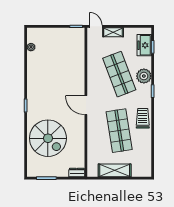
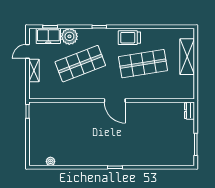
door: (96, 26) -> (28, 51), moved
plant: (144, 76) -> (69, 36), moved
door: (86, 105) -> (115, 100), hinge flipped
spiral stairs: (48, 138) -> (151, 143), removed
shelving: (115, 170) -> (187, 57), moved

